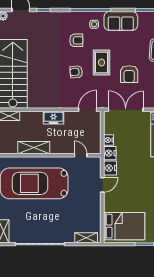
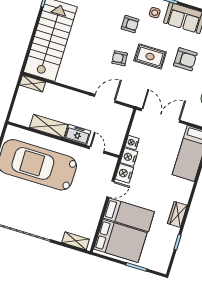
rug: (102, 62) -> (150, 56), turned 90
armchair: (129, 74) -> (185, 59), moved, turned -90
door: (88, 110) -> (105, 99), moved
freezer: (54, 118) -> (78, 135), moved, turned 180
bed: (124, 202) -> (129, 215), added

